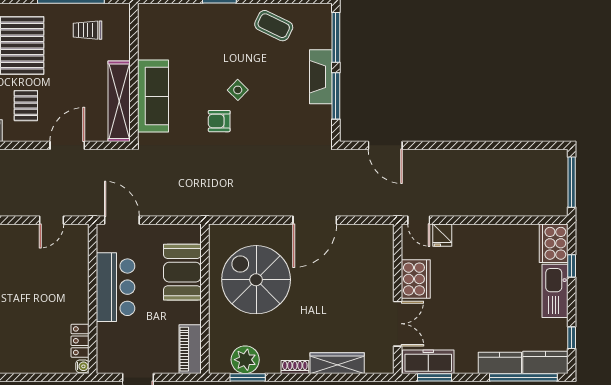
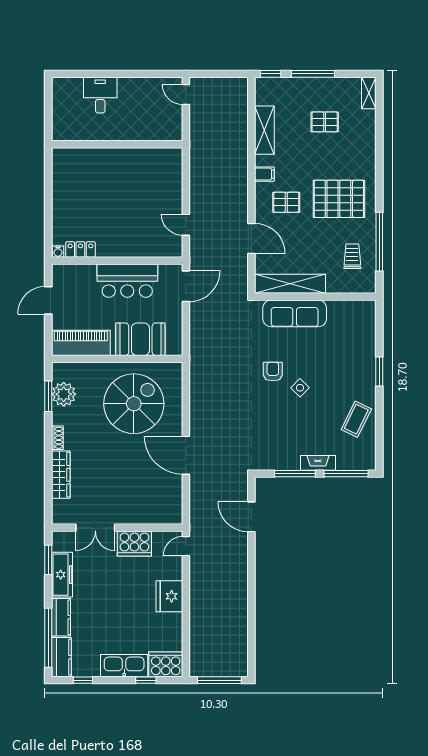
fireplace: (321, 77) -> (318, 463), width x0.73, depth x0.76
door: (385, 145) -> (251, 517), hinge flipped
fridge: (442, 235) -> (169, 596), moved, width x1.88, depth x1.34
piano: (190, 349) -> (81, 343), width x1.37, depth x1.33
freezer: (428, 362) -> (62, 575), moved

